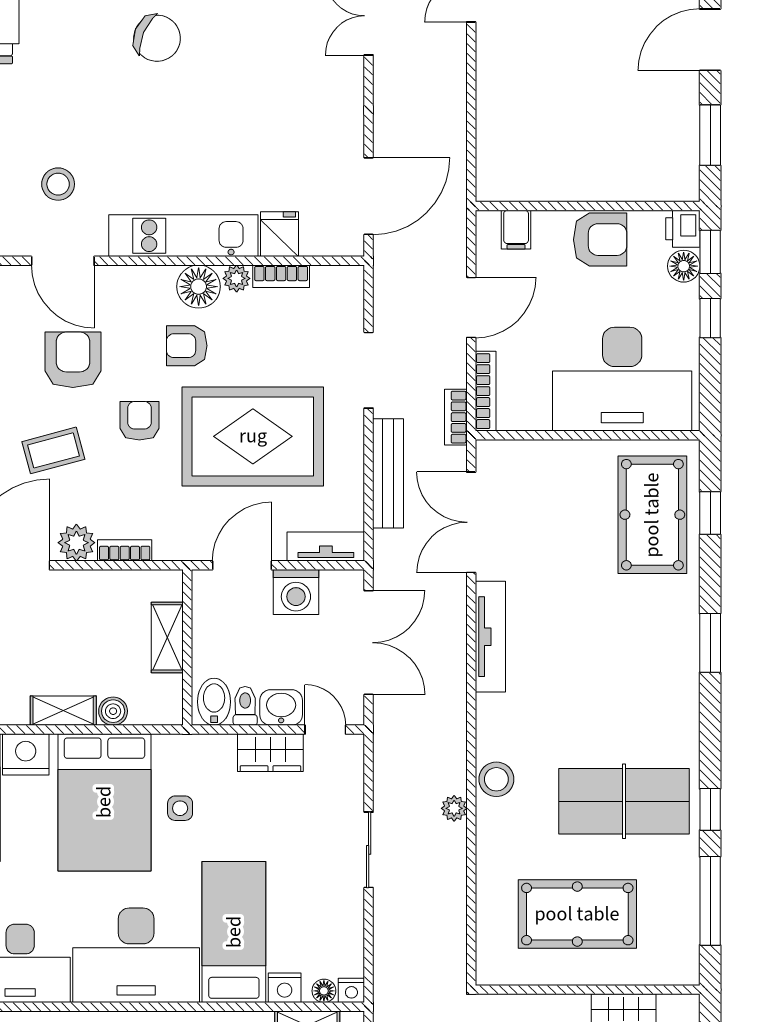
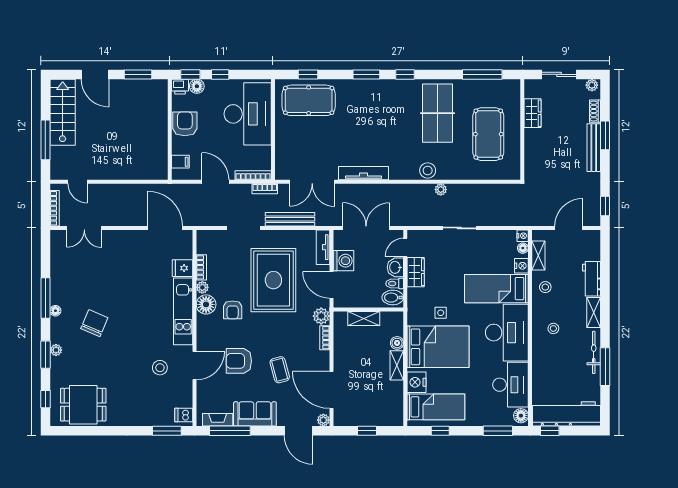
armchair: (139, 421) -> (266, 331), removed
plant: (76, 543) -> (321, 316), moved
window: (710, 809) -> (405, 74), moved

